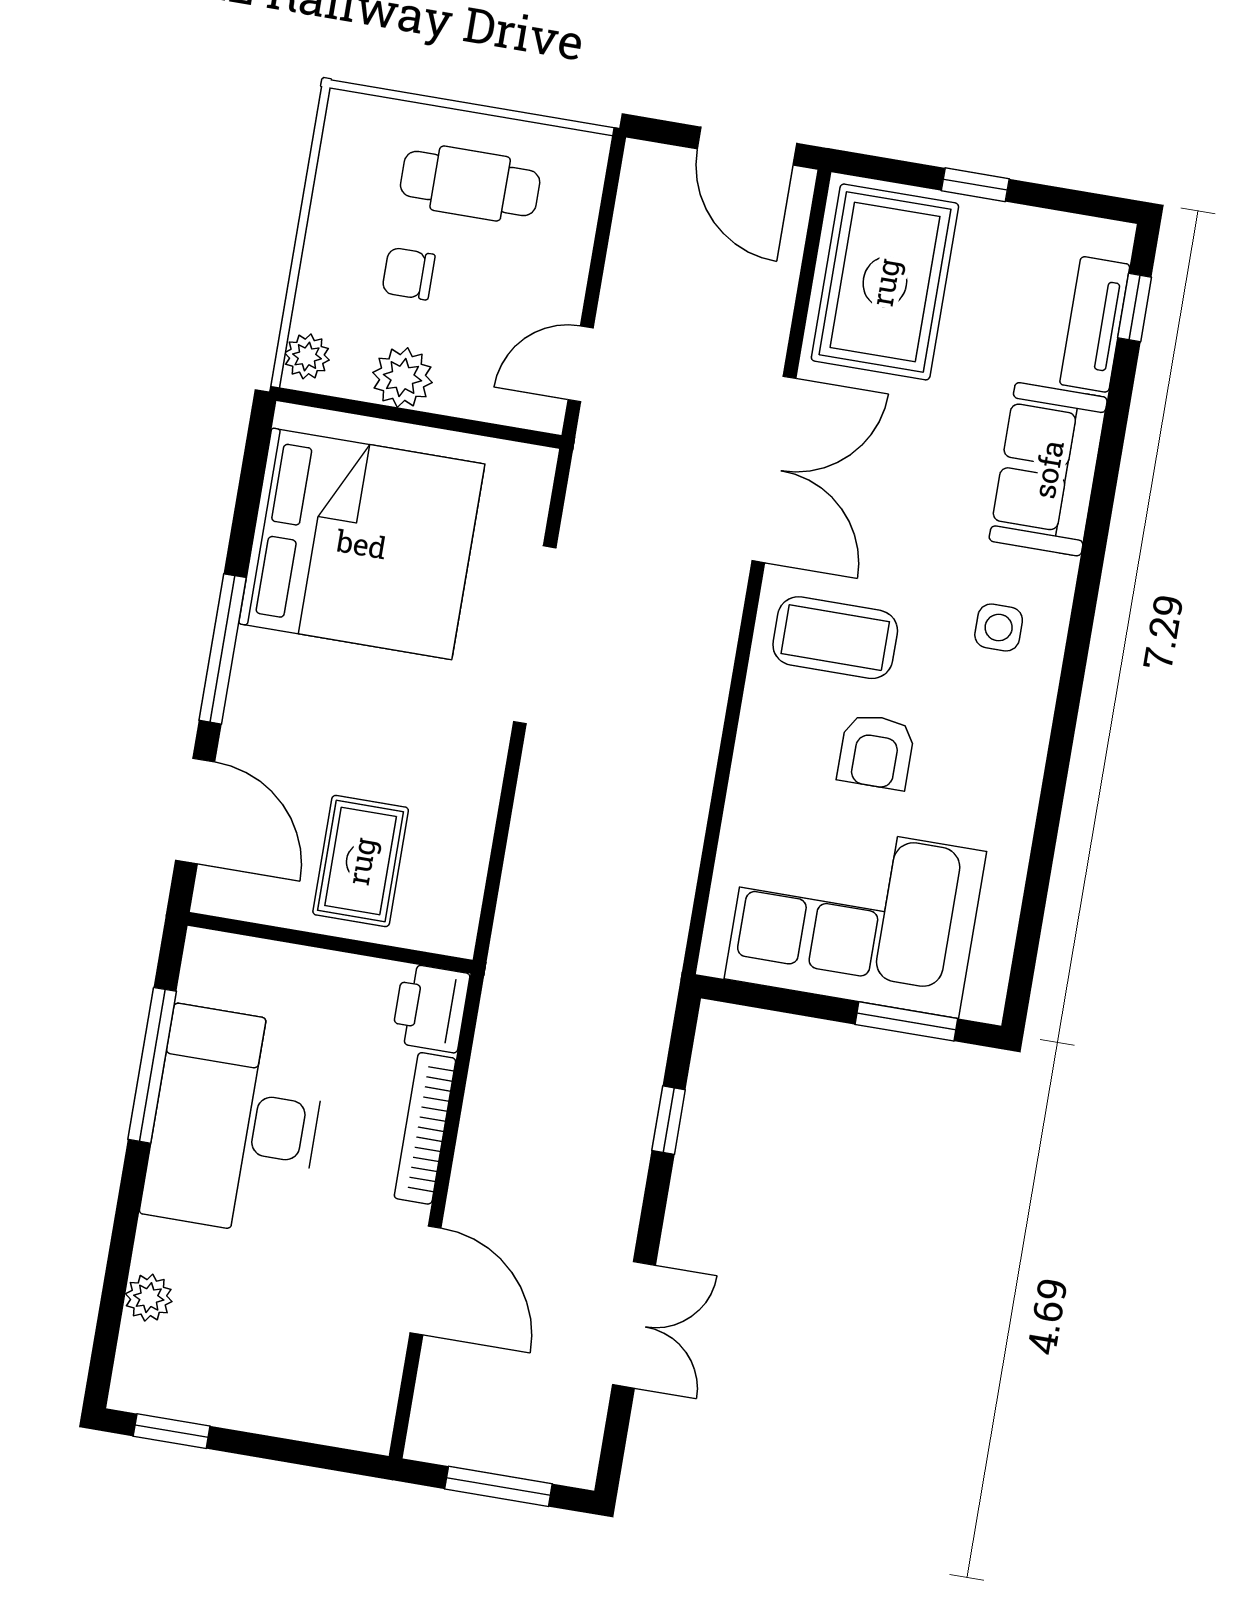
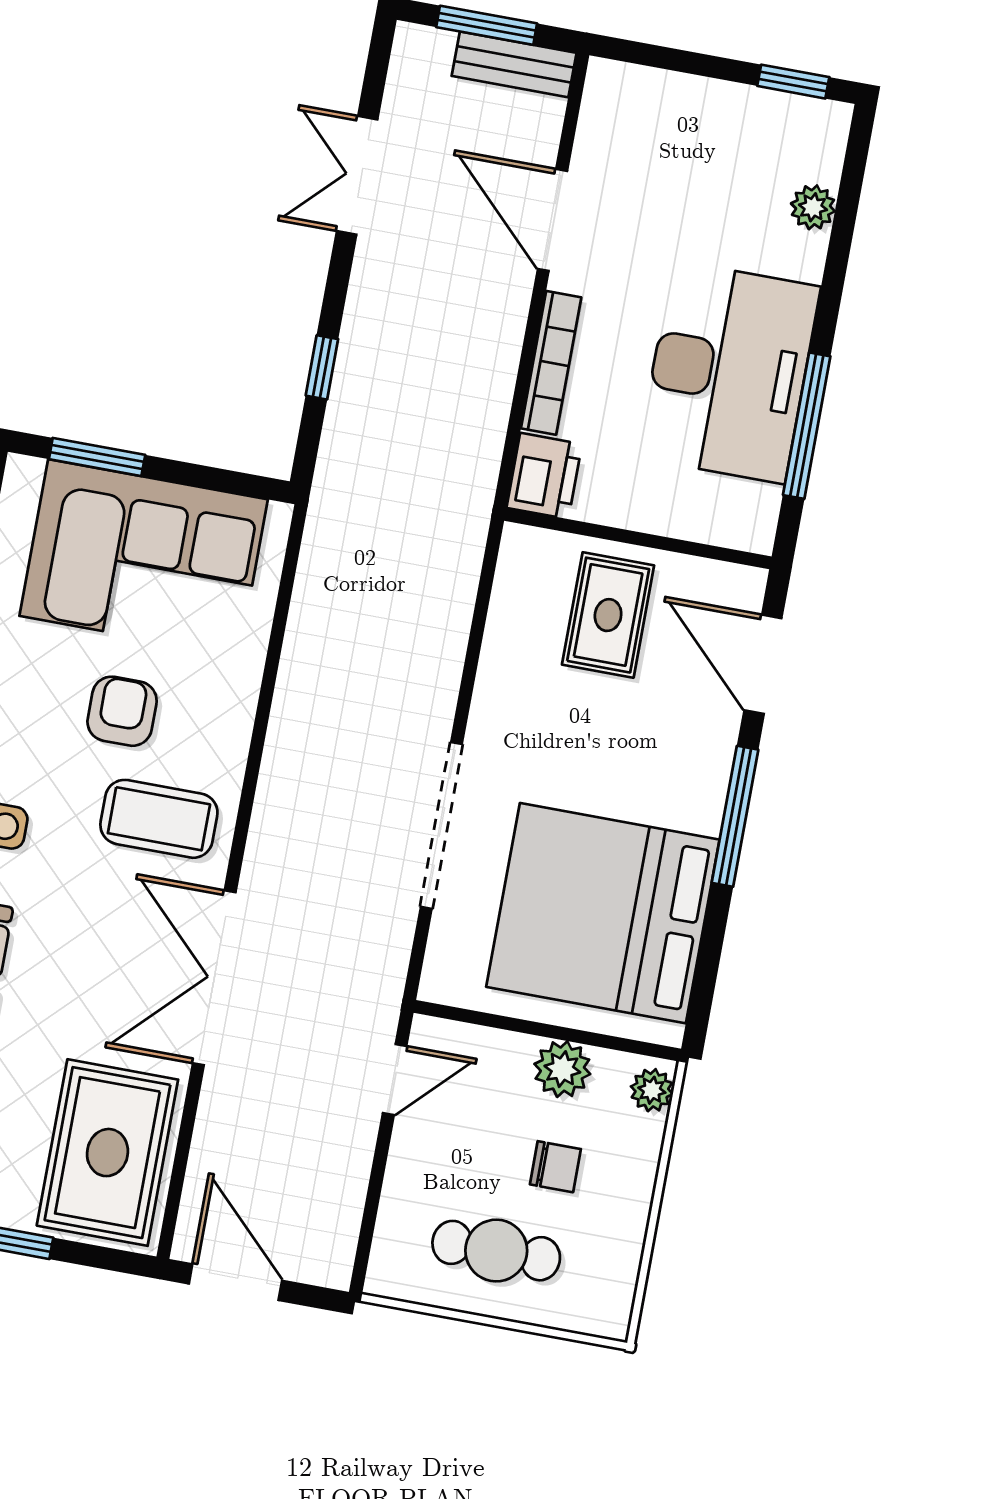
bench: (469, 1445) -> (514, 64), added

